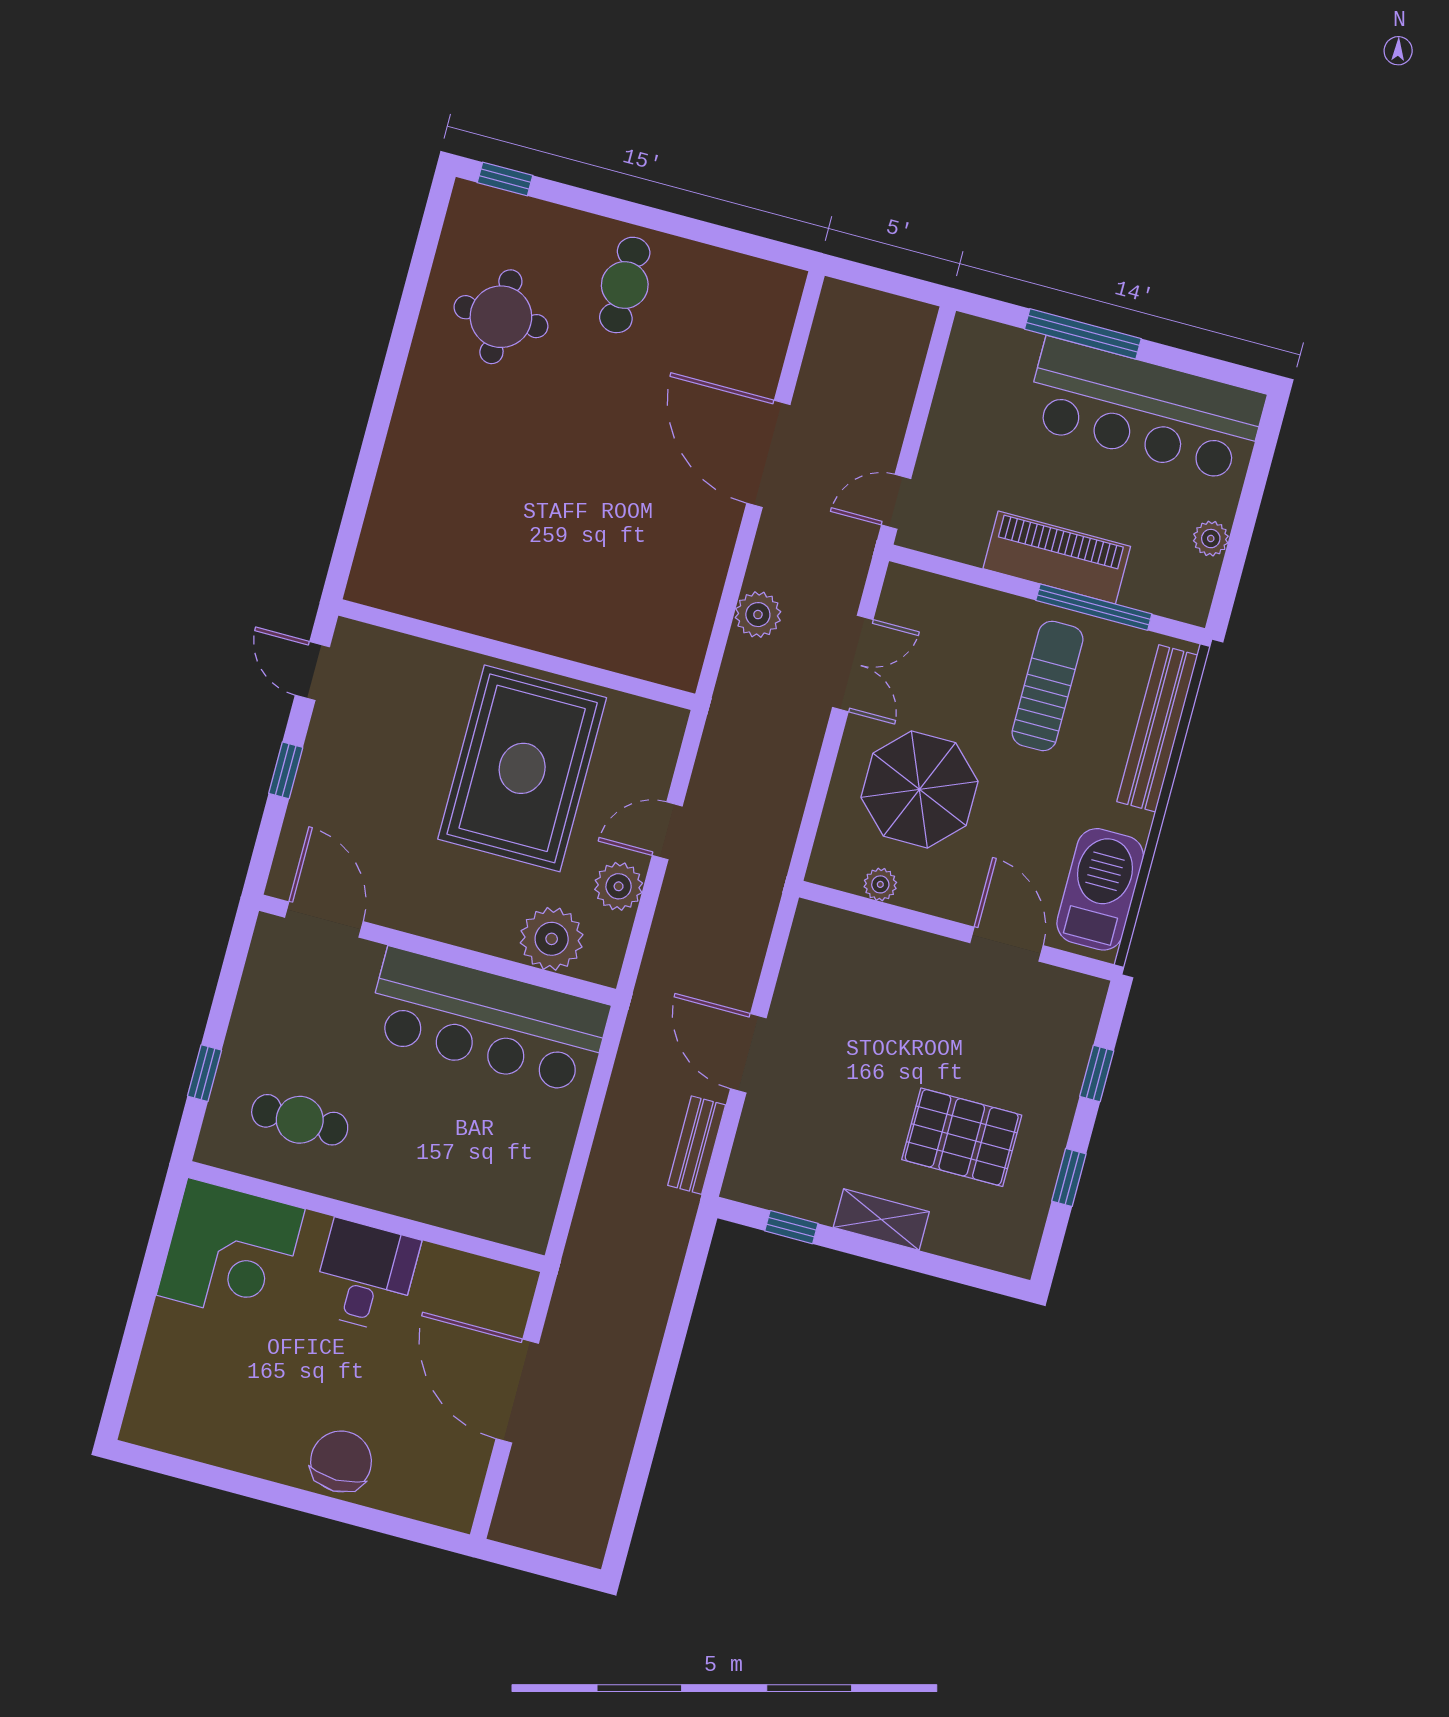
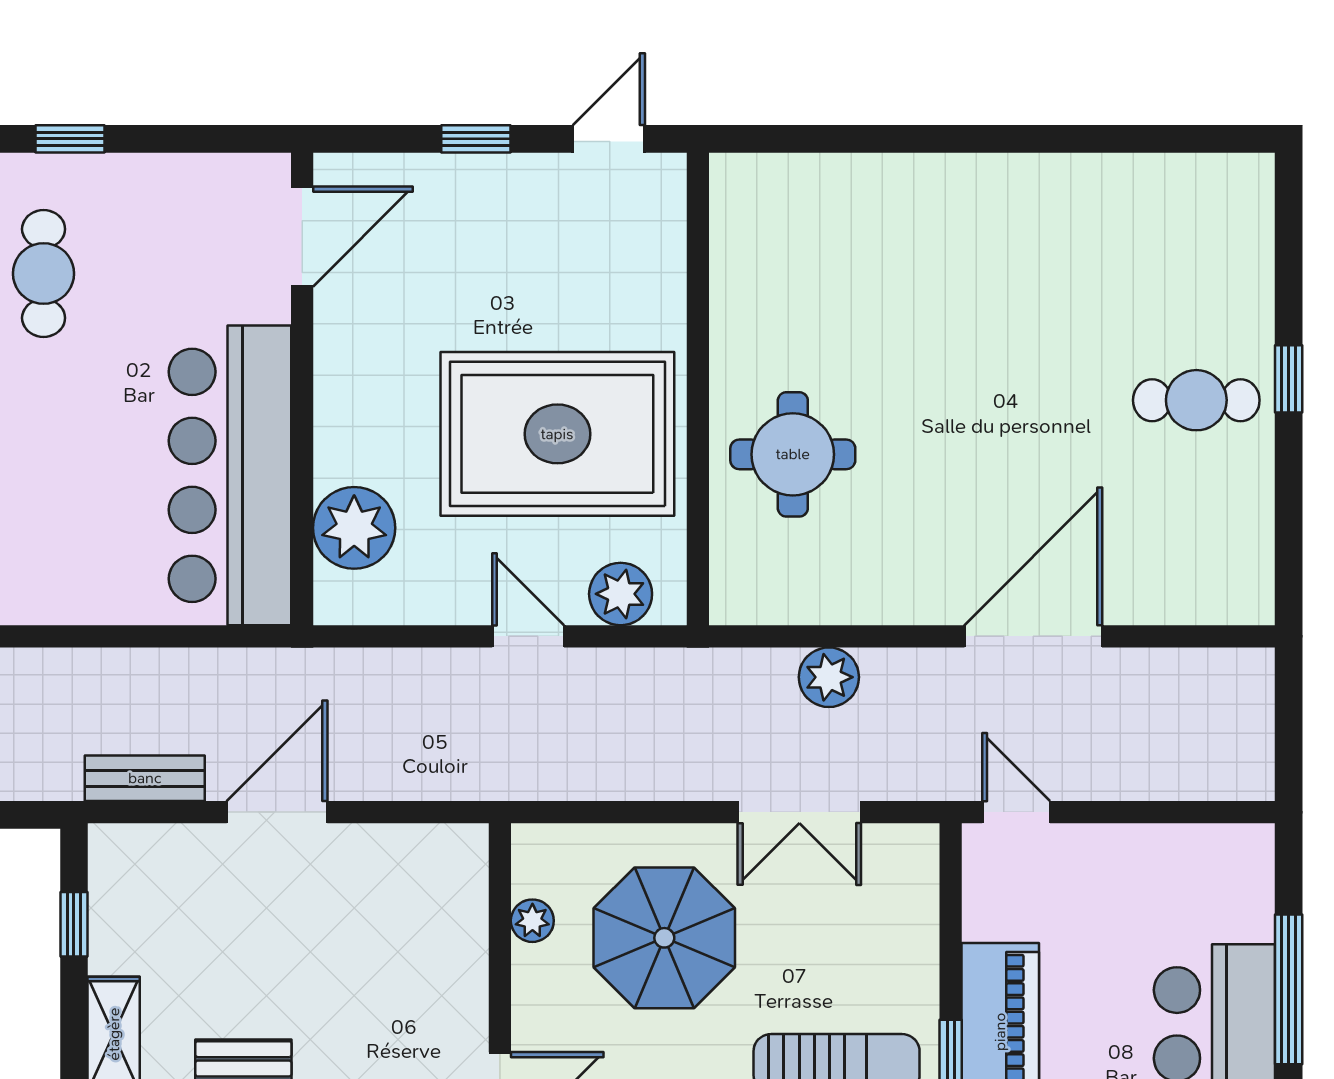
window: (505, 179) -> (1289, 379), moved
round table: (501, 317) -> (793, 454), moved
plant: (619, 886) -> (621, 594), moved

